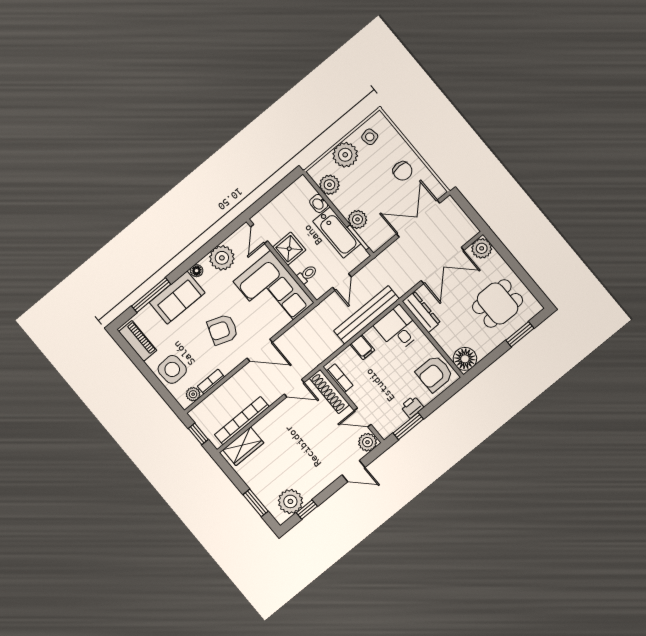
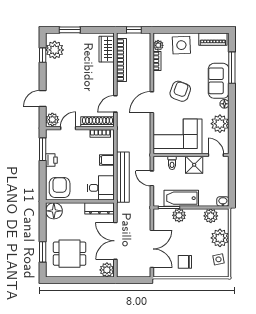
washbasin: (319, 203) -> (223, 201), moved
dining table: (498, 304) -> (70, 254), turned 90

